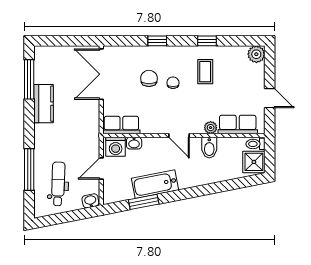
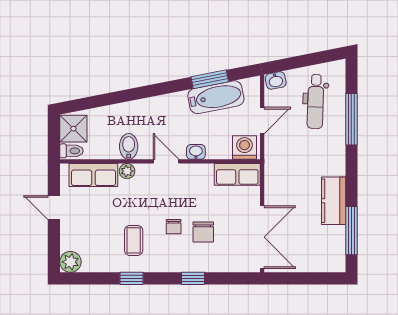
washbasin: (134, 143) -> (196, 152), moved
bathtub: (155, 184) -> (216, 97), moved

